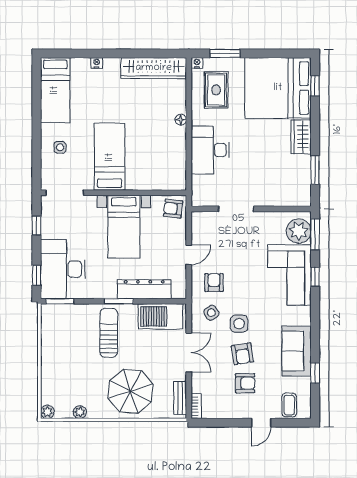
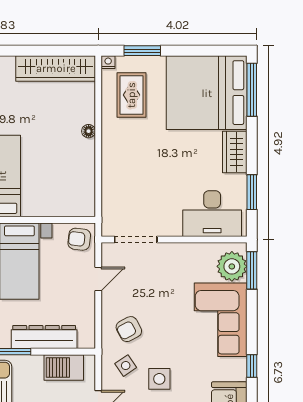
window: (315, 86) -> (252, 90), width x2.17
desk: (210, 150) -> (212, 214), moved, turned -90
doorway: (236, 209) -> (136, 240), moved
door: (189, 255) -> (98, 279), moved
window: (315, 277) -> (252, 366), moved
armchair: (214, 283) -> (129, 329), turned -118
barbecue: (160, 316) -> (64, 367), width x0.73, depth x0.83

